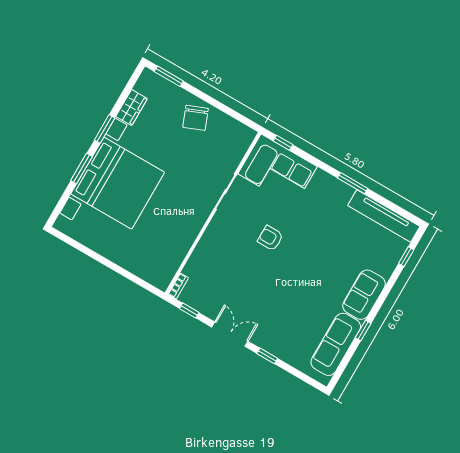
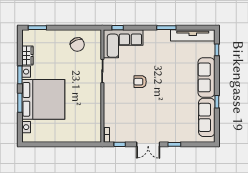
chair: (196, 118) -> (77, 45), moved
sofa: (364, 295) -> (206, 77), width x1.36
double door: (230, 334) -> (148, 144), swing flipped

